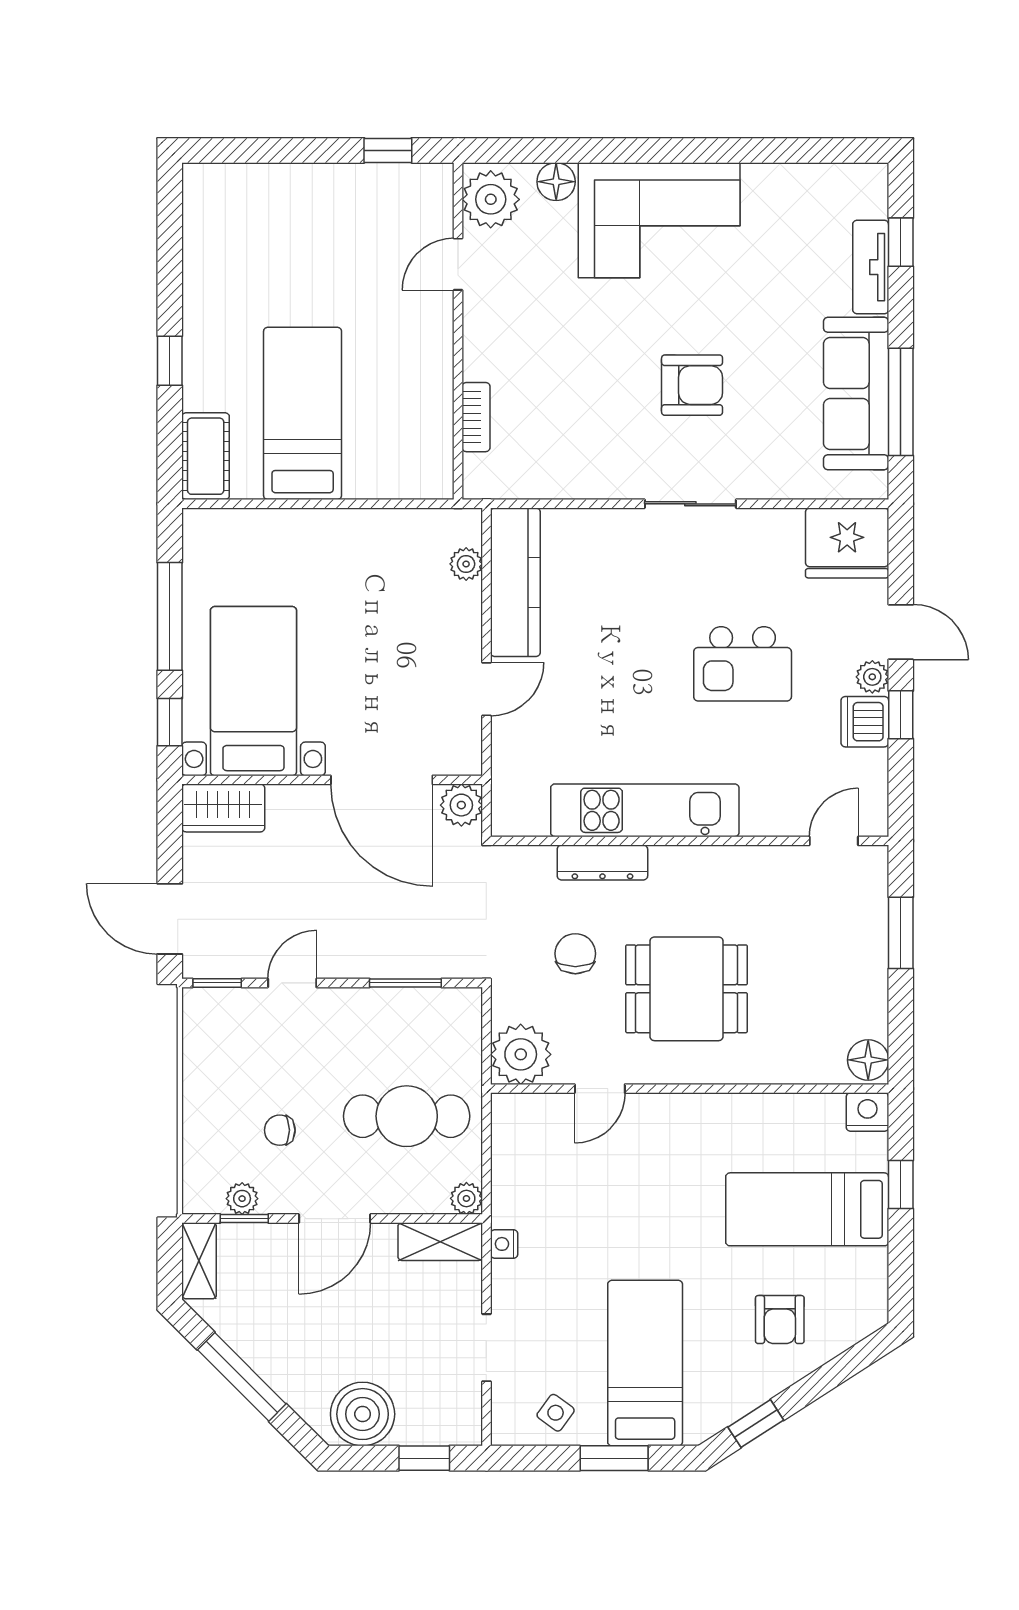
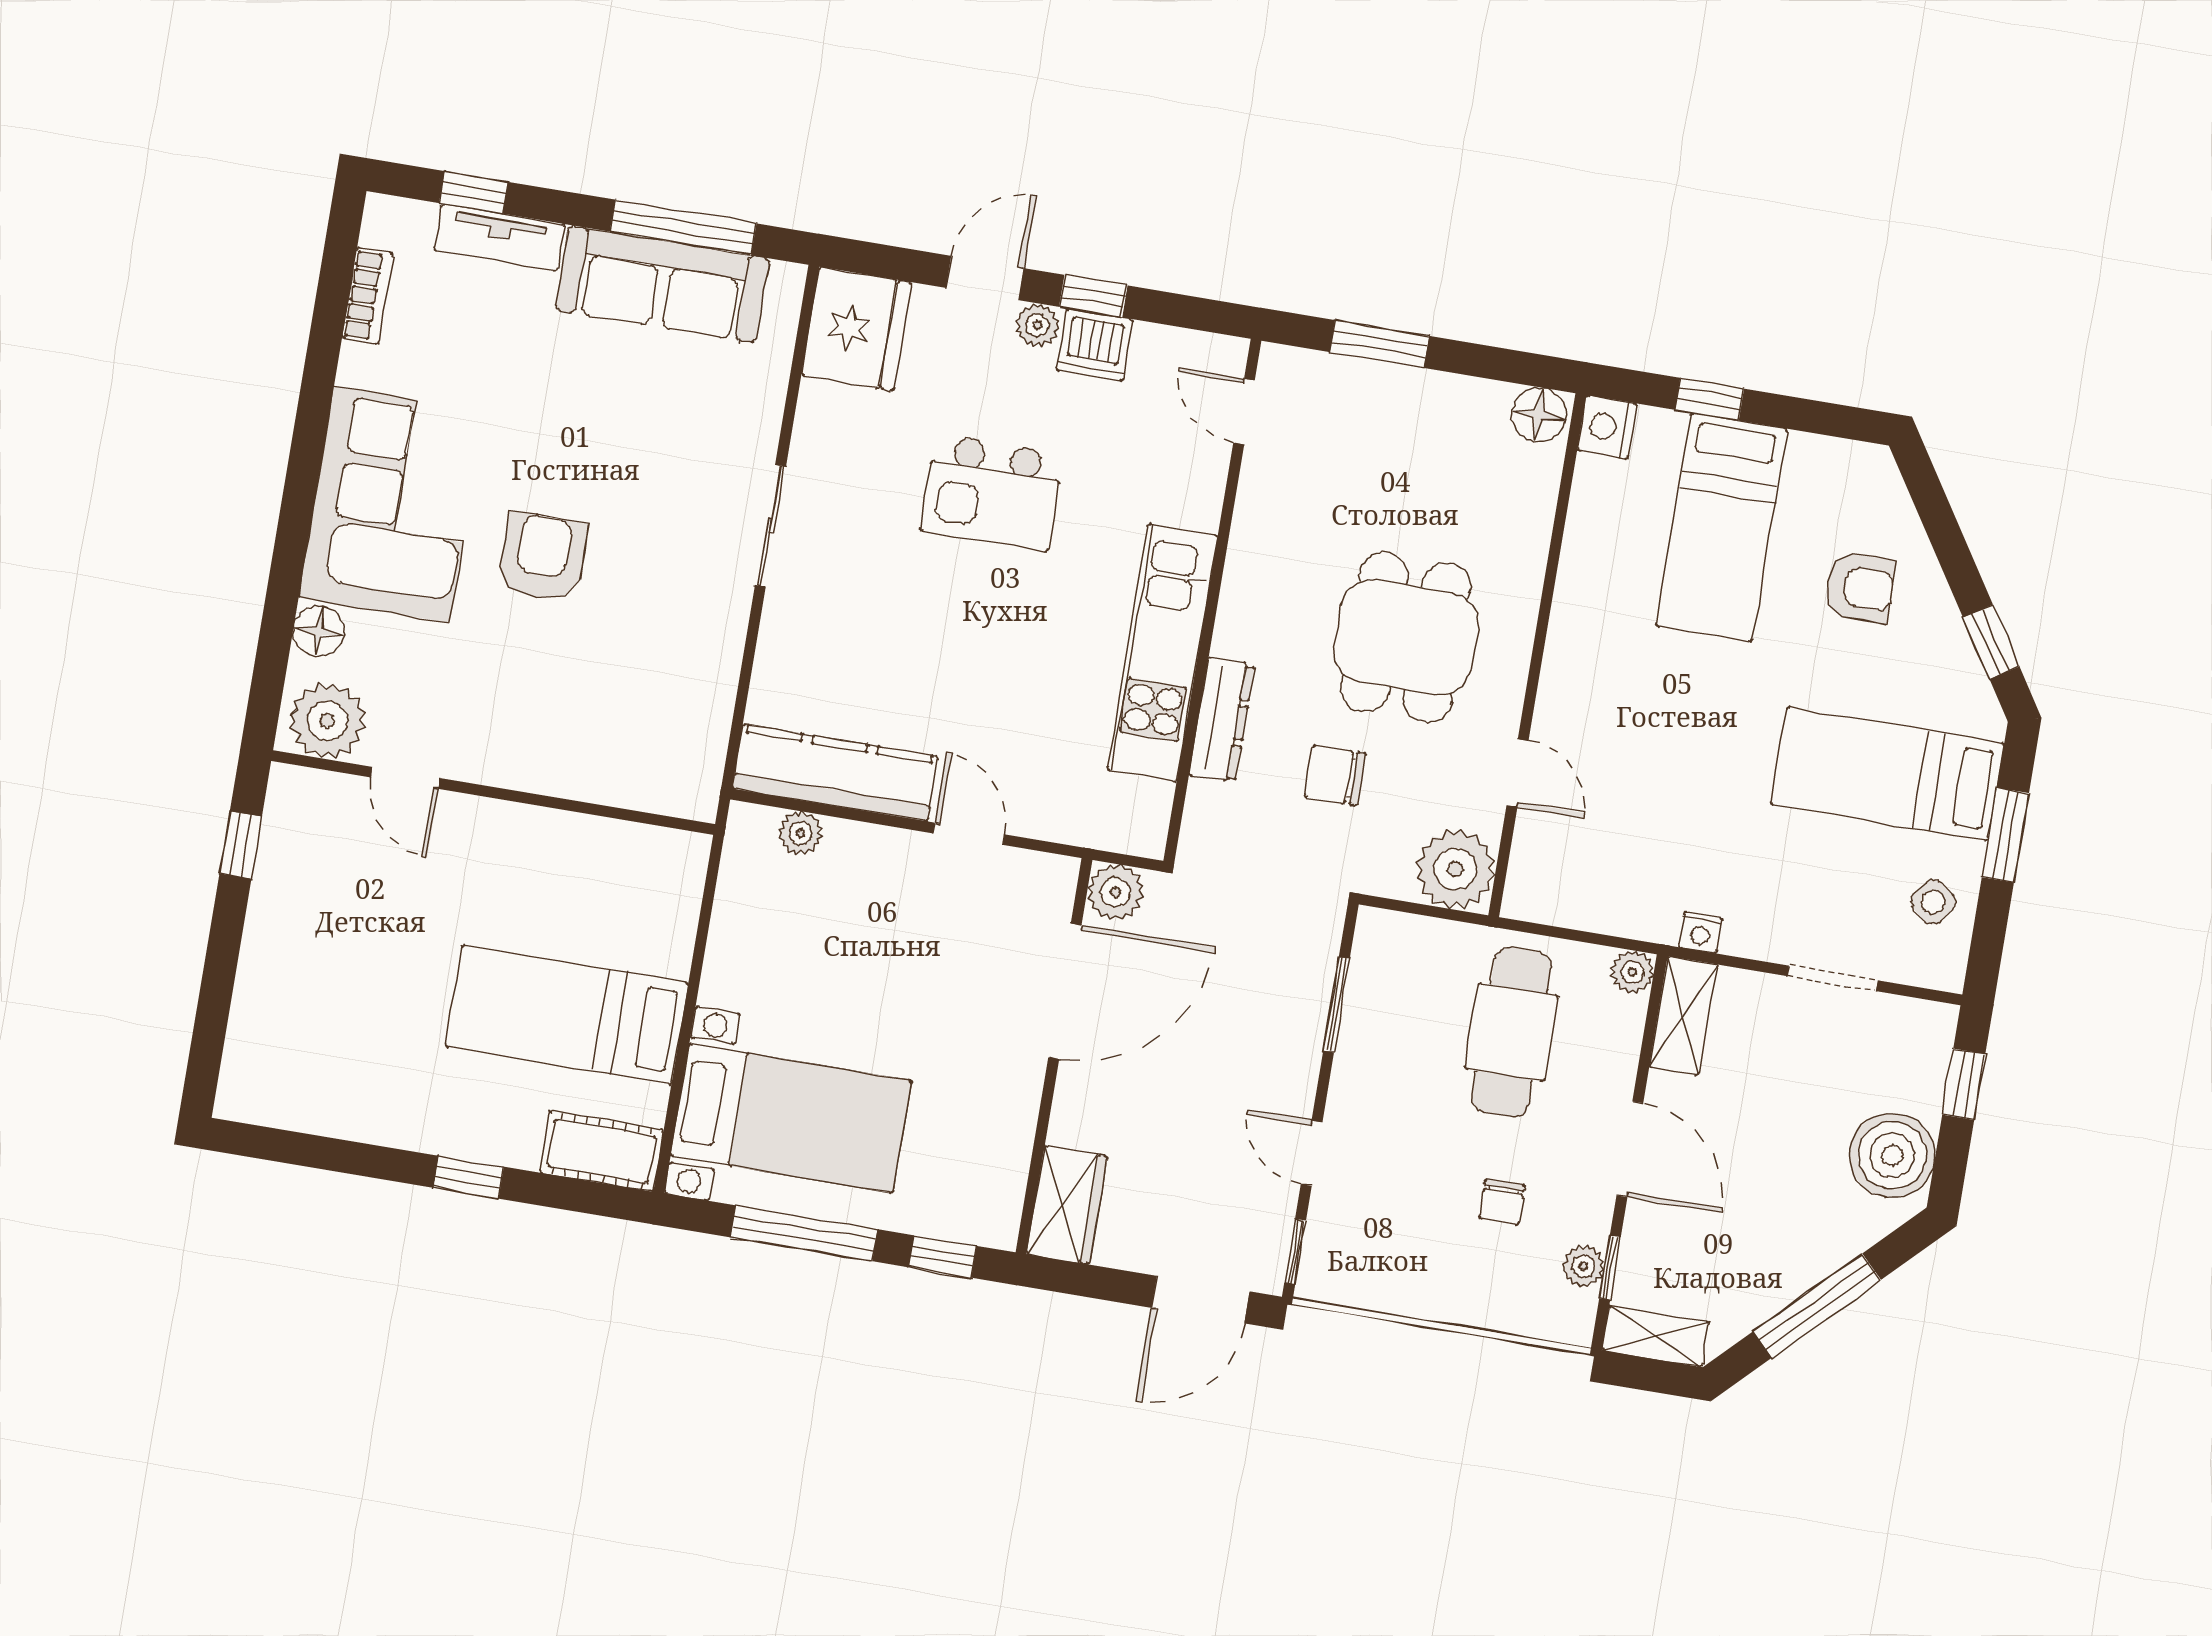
armchair: (692, 385) -> (542, 557), moved
bookcase: (476, 417) -> (368, 296), moved, turned 90
kitchen island: (743, 664) -> (992, 492), turned 90
bed with nightstands: (253, 691) -> (791, 1118), moved, turned 180

